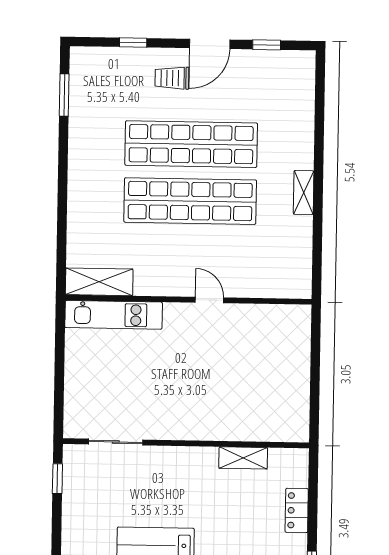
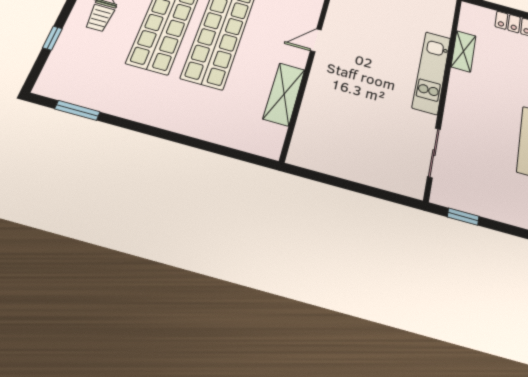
shelving: (99, 282) -> (284, 94), moved
kitchen unit: (114, 315) -> (432, 72), moved, turned 180

